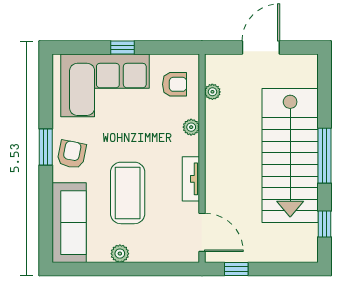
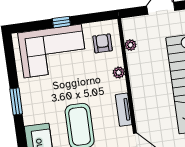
armchair: (175, 84) -> (103, 43), turned -90
armchair: (72, 154) -> (35, 104), removed

